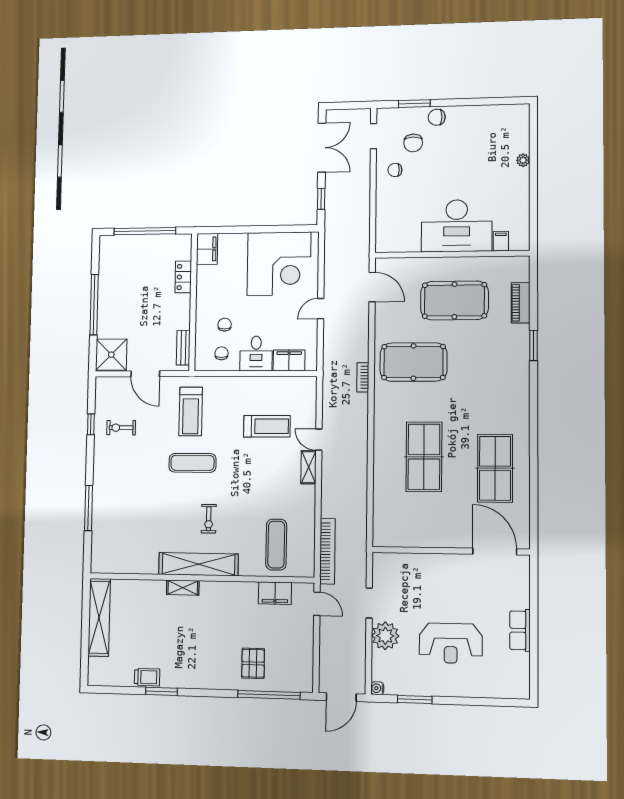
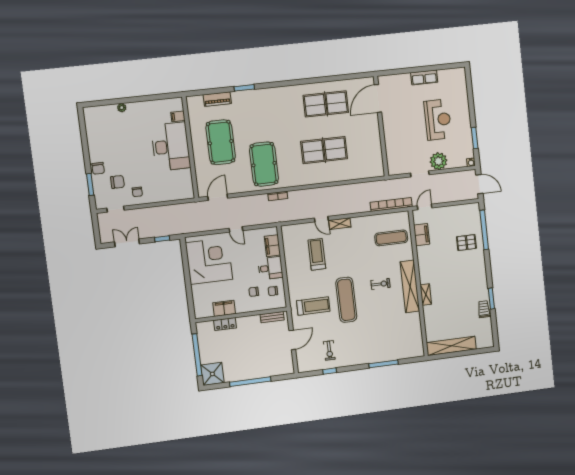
double door: (322, 148) -> (127, 243), width x0.73
filing cabinet: (207, 249) -> (224, 308), moved
shower: (111, 355) -> (212, 374), moved
door: (319, 440) -> (321, 219), hinge flipped
exercise mat: (192, 463) -> (346, 300), width x1.36, depth x1.45

